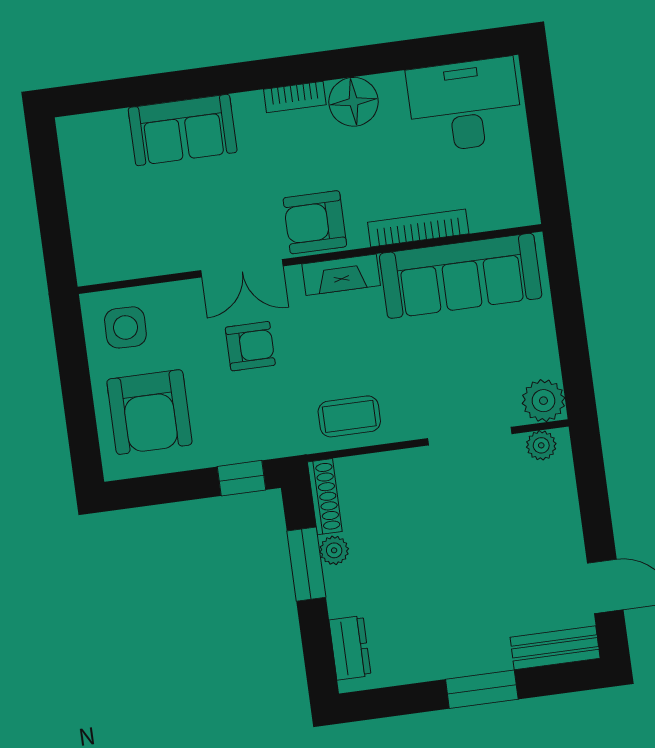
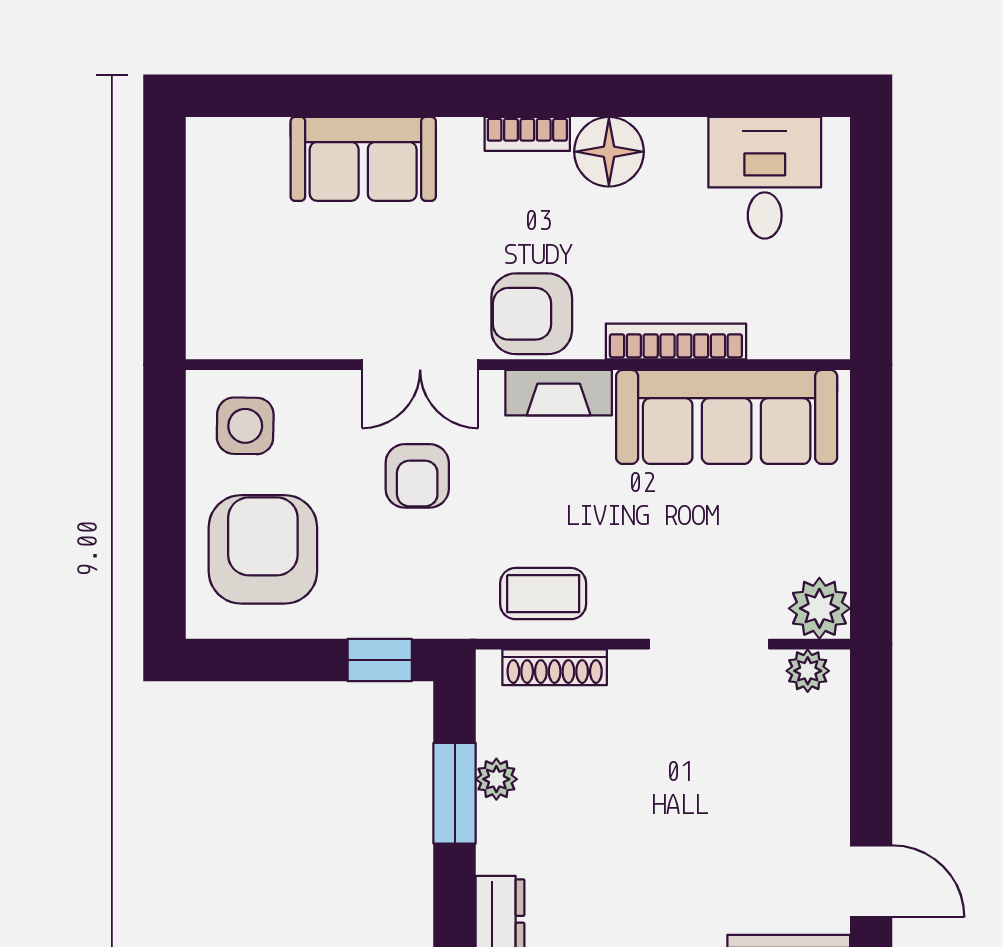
desk: (465, 105) -> (765, 178), width x0.73
armchair: (250, 346) -> (417, 476), turned 90
armchair: (149, 412) -> (263, 549), turned 180
shoe rack: (325, 497) -> (555, 667), moved, turned 90

